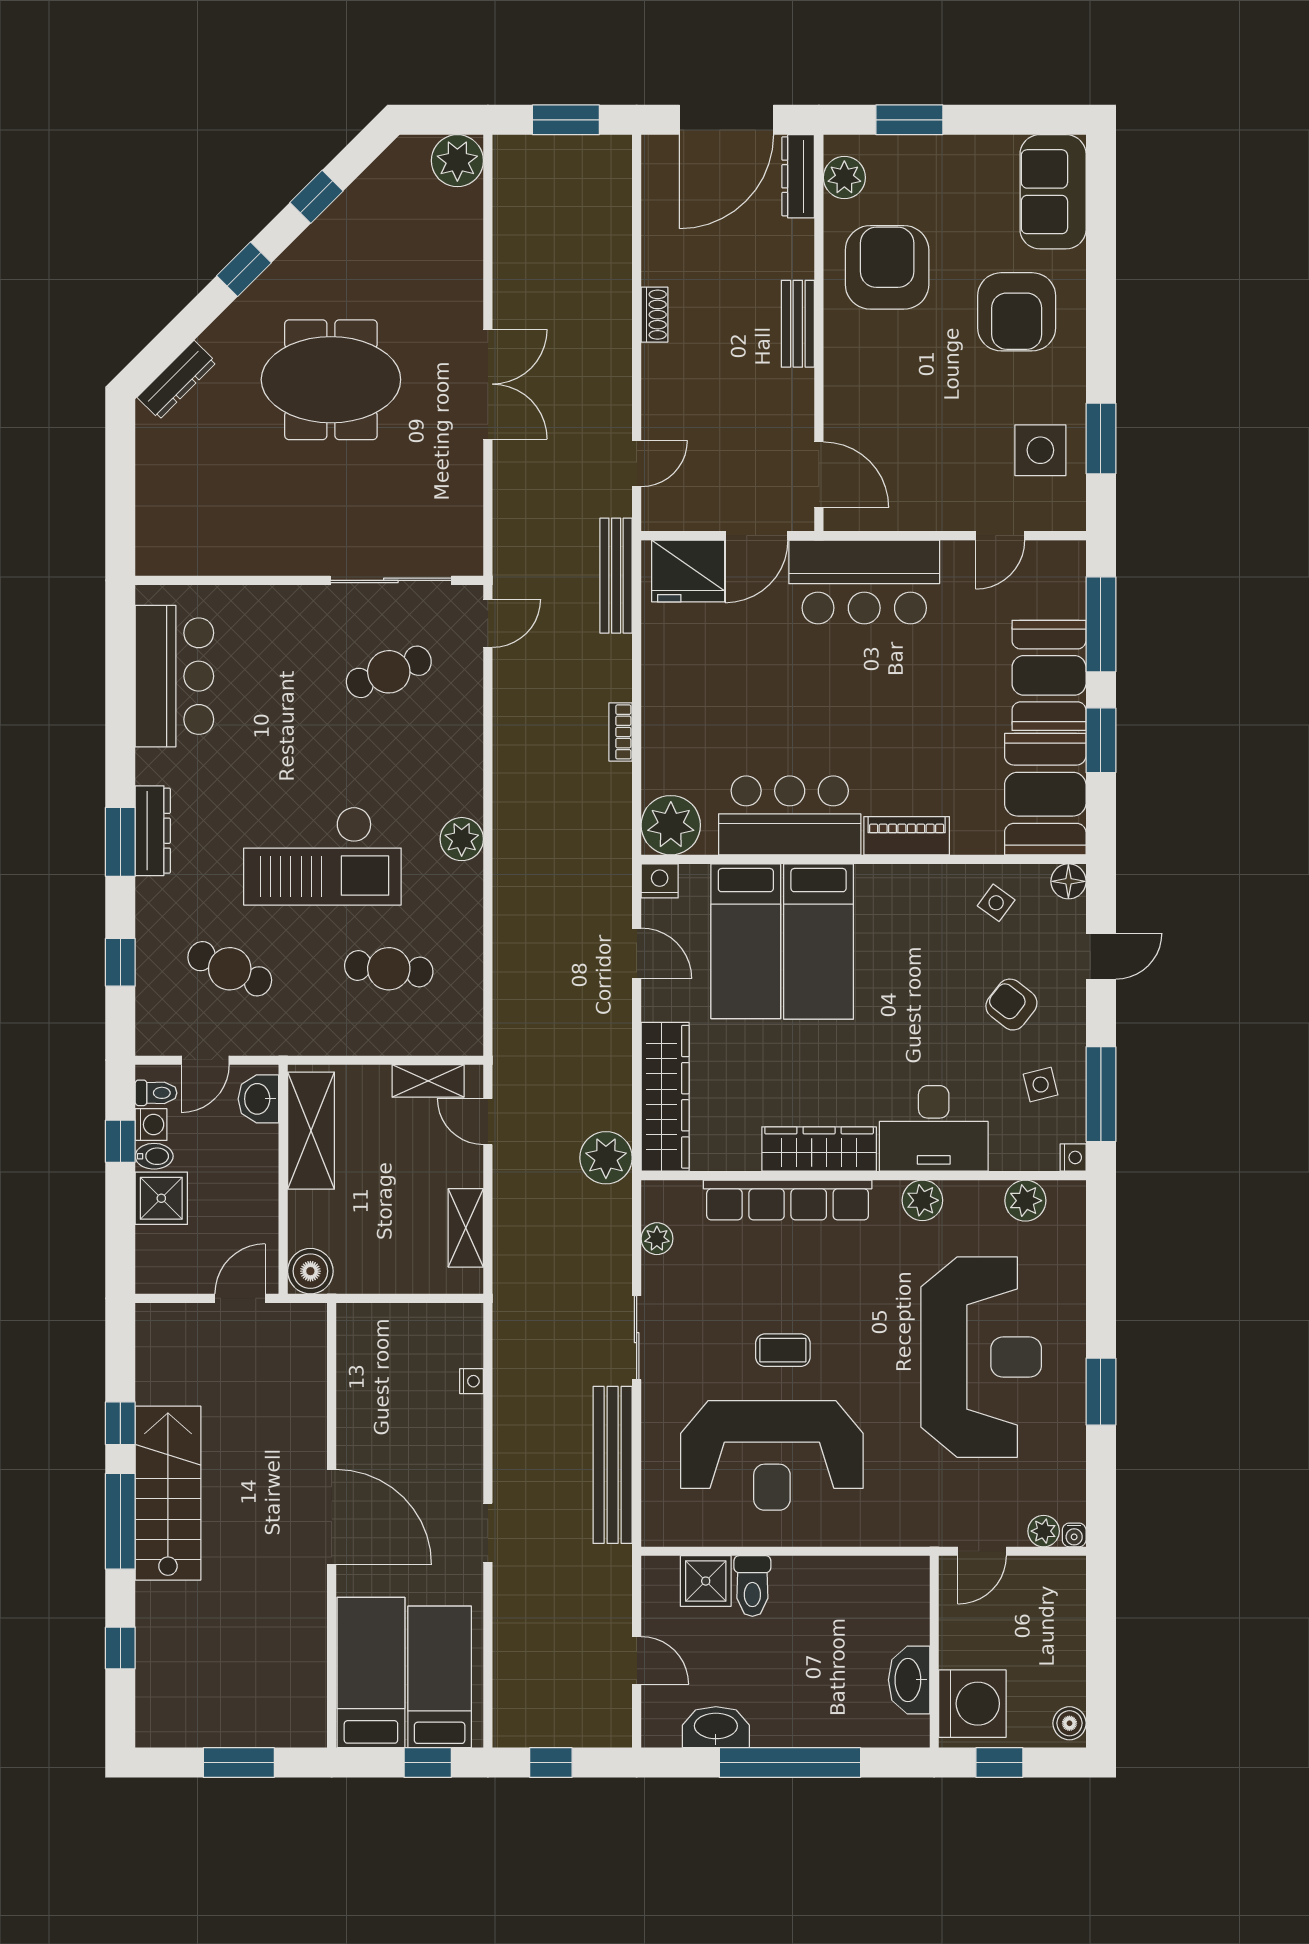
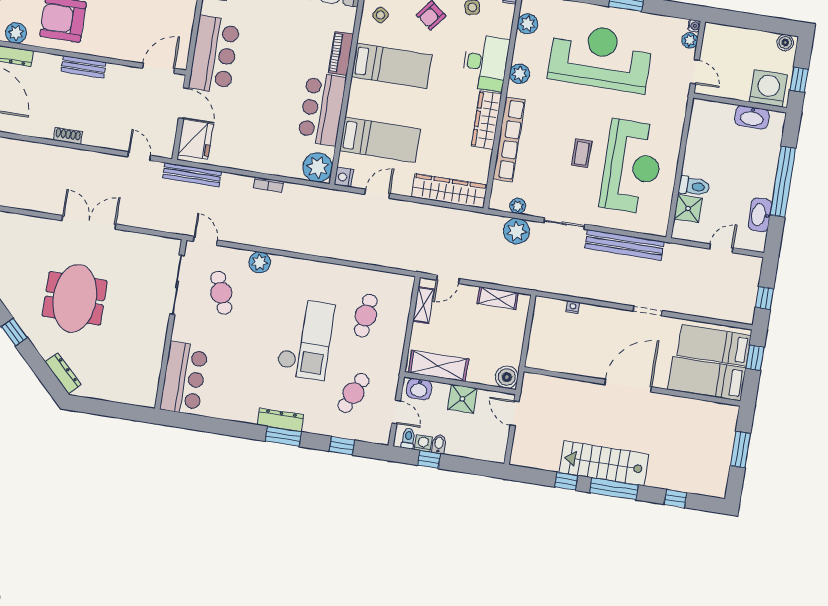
bar counter: (174, 676) -> (184, 378), moved, turned 90
plant: (462, 839) -> (260, 262), moved
bed: (819, 941) -> (392, 66), moved
plant: (606, 1158) -> (516, 231), moved
shower: (161, 1198) -> (462, 399), moved

